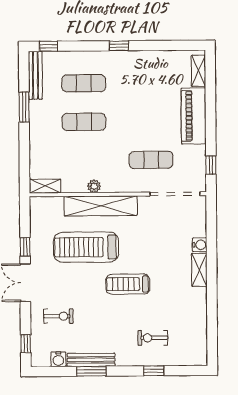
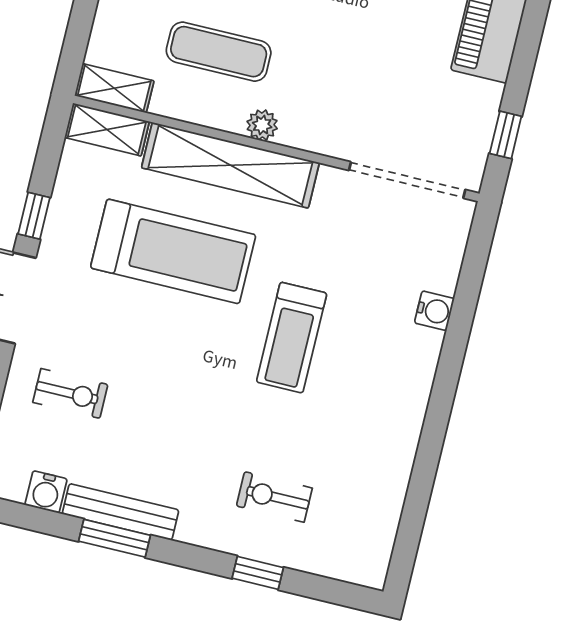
exercise mat: (151, 160) -> (219, 52), moved
plant: (94, 186) -> (262, 125), moved
treadmill: (86, 247) -> (173, 251), turned 180
shelving: (199, 270) -> (107, 129), moved, turned 90
treadmill: (128, 284) -> (292, 338), moved, turned -90

